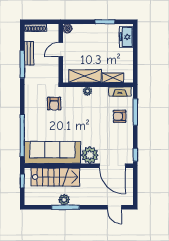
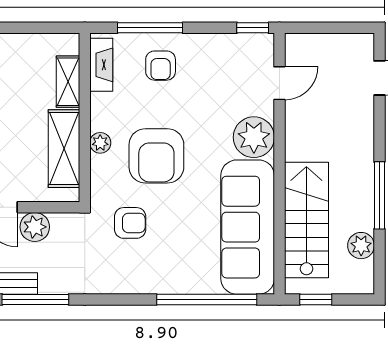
plant: (52, 64) -> (35, 227), added
armchair: (82, 115) -> (156, 156), added
door: (112, 166) -> (279, 83), width x0.53
plant: (64, 200) -> (361, 246), moved

